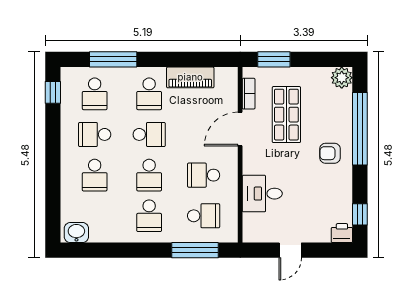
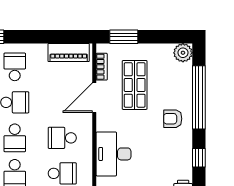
piano: (190, 77) -> (69, 53), moved
school desk: (149, 94) -> (15, 67), turned 180
desk: (262, 194) -> (114, 154), width x1.37
window: (360, 214) -> (199, 158), moved

